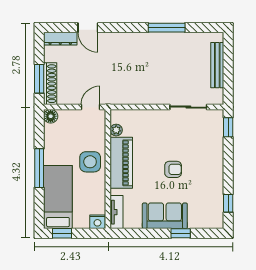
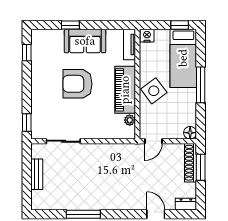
dresser: (60, 39) -> (186, 204), width x0.70
bench: (217, 65) -> (37, 174), width x0.73
side table: (90, 162) -> (154, 91), turned -37
armchair: (173, 169) -> (77, 84), width x1.88, depth x1.88

